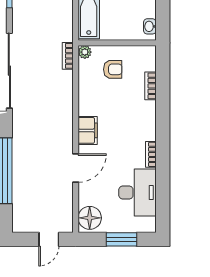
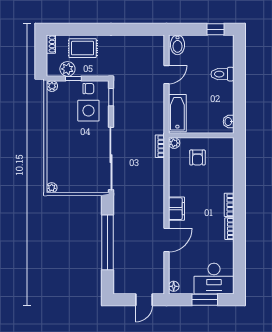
armchair: (113, 69) -> (197, 158), turned 90
bookcase: (150, 86) -> (229, 205), moved
desk: (137, 192) -> (214, 279), moved, turned 90
floor lamp: (90, 218) -> (174, 286), width x0.53, depth x0.53

